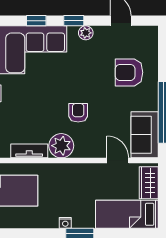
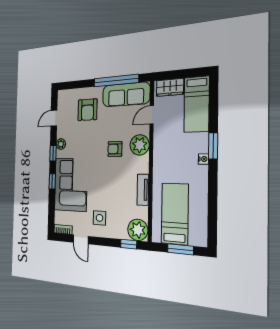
sofa: (145, 135) -> (126, 94), width x1.36
plant: (61, 146) -> (140, 145), moved

